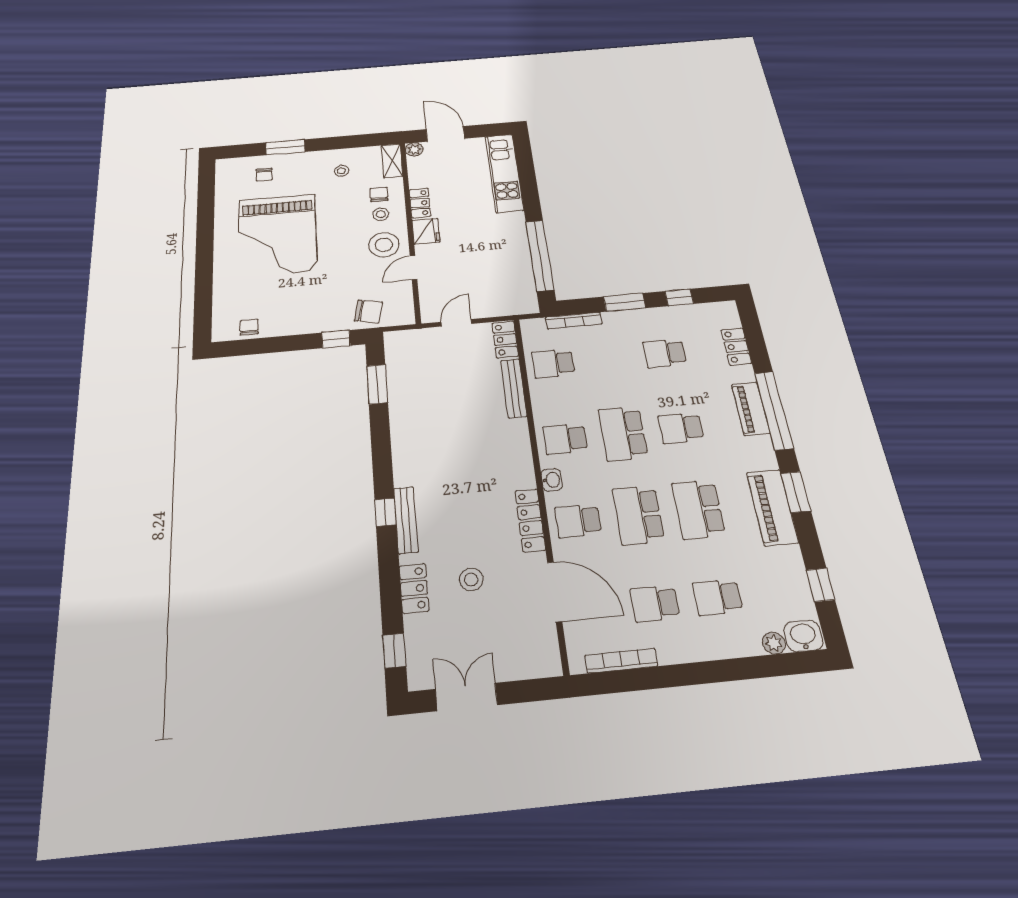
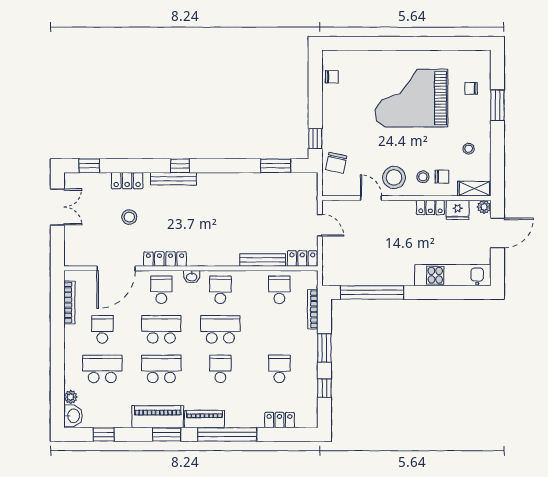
fridge: (426, 231) -> (458, 210), moved
piano: (751, 409) -> (204, 419), moved
school desk: (718, 597) -> (102, 369), width x1.85

